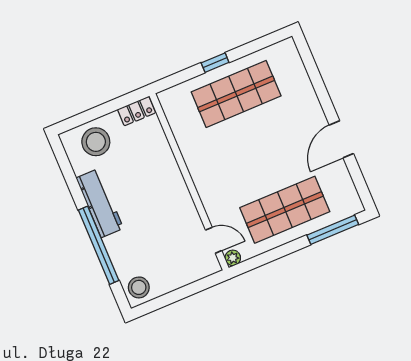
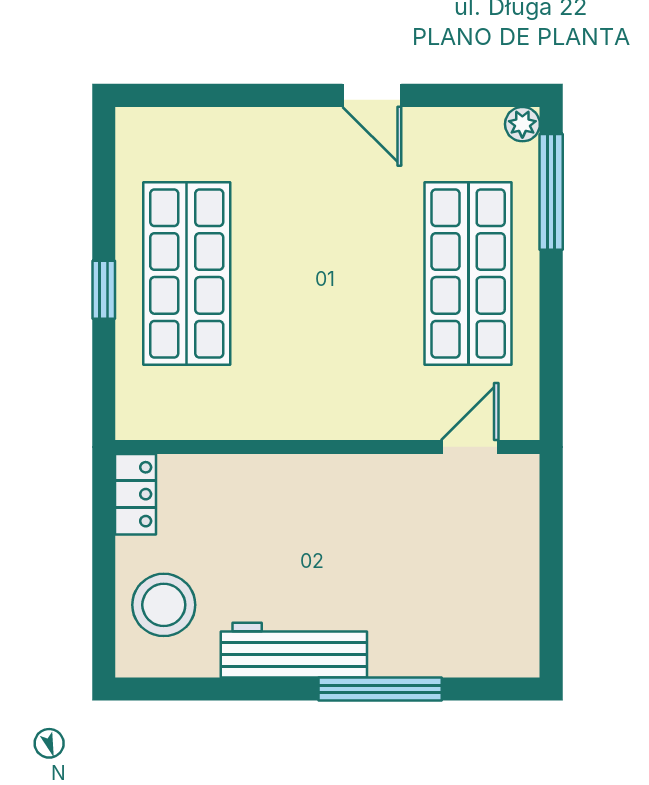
door: (341, 139) -> (372, 95), width x0.73
window: (99, 245) -> (380, 689), width x0.68
plant: (233, 258) -> (522, 124), moved
stool: (139, 287) -> (502, 643), removed

